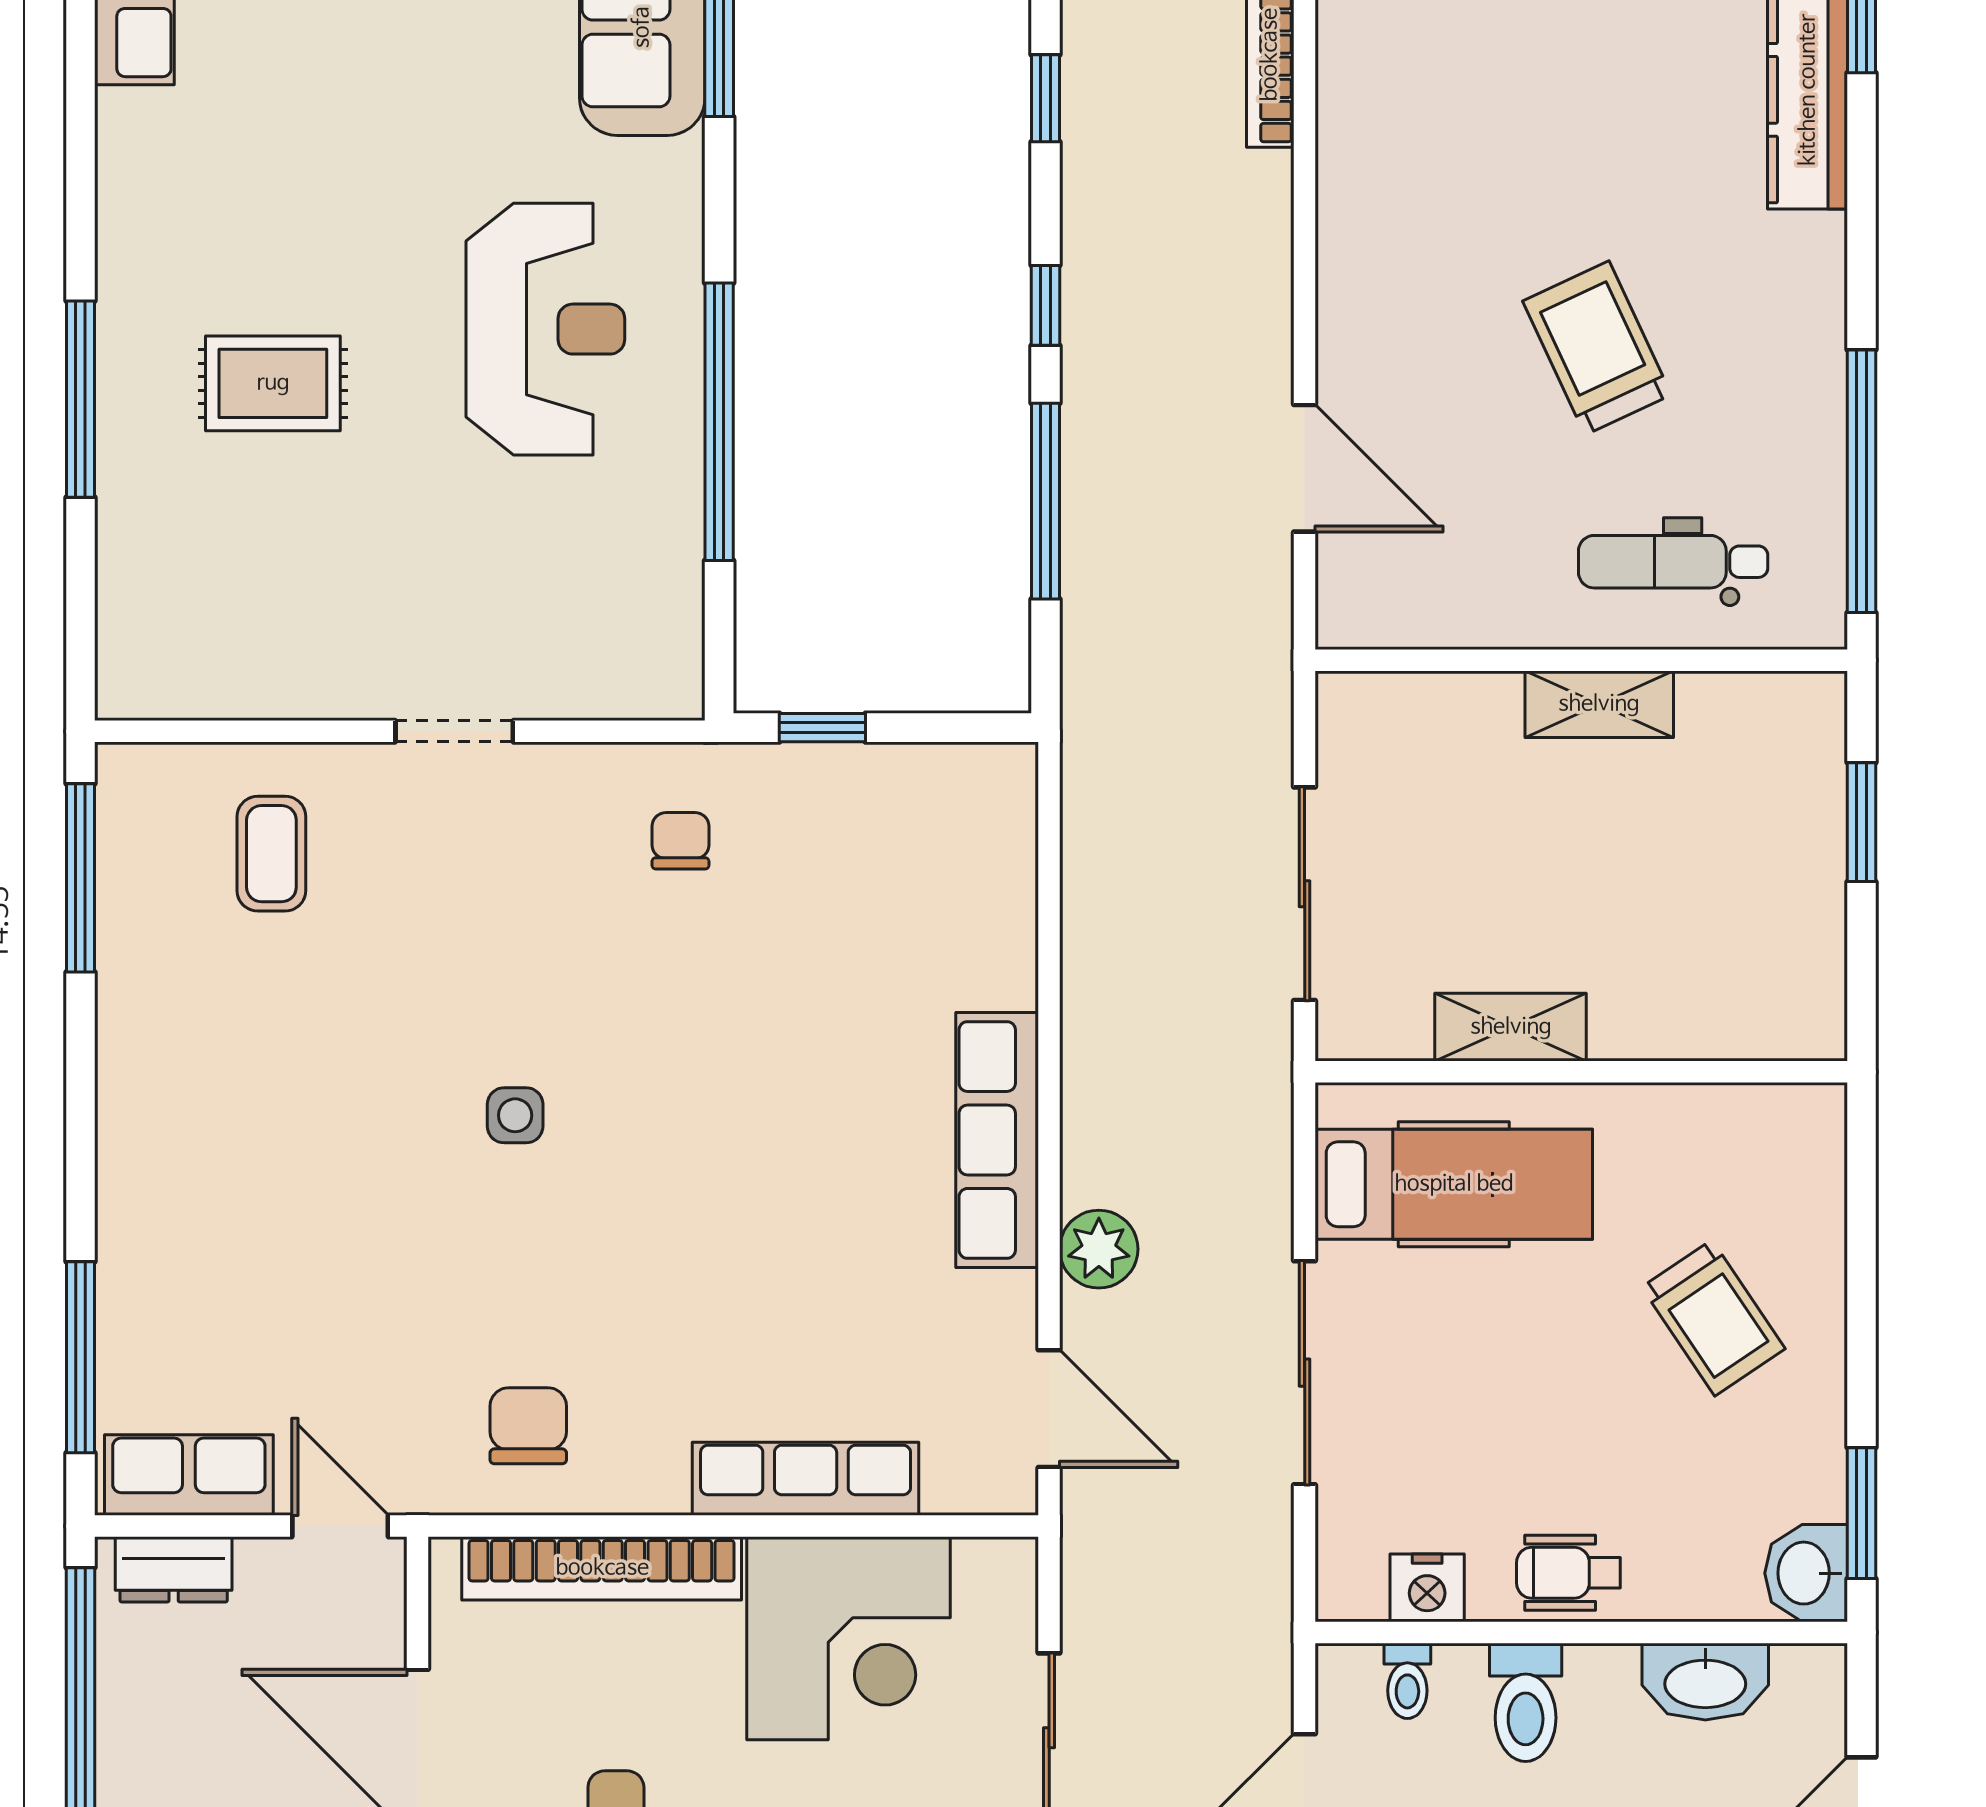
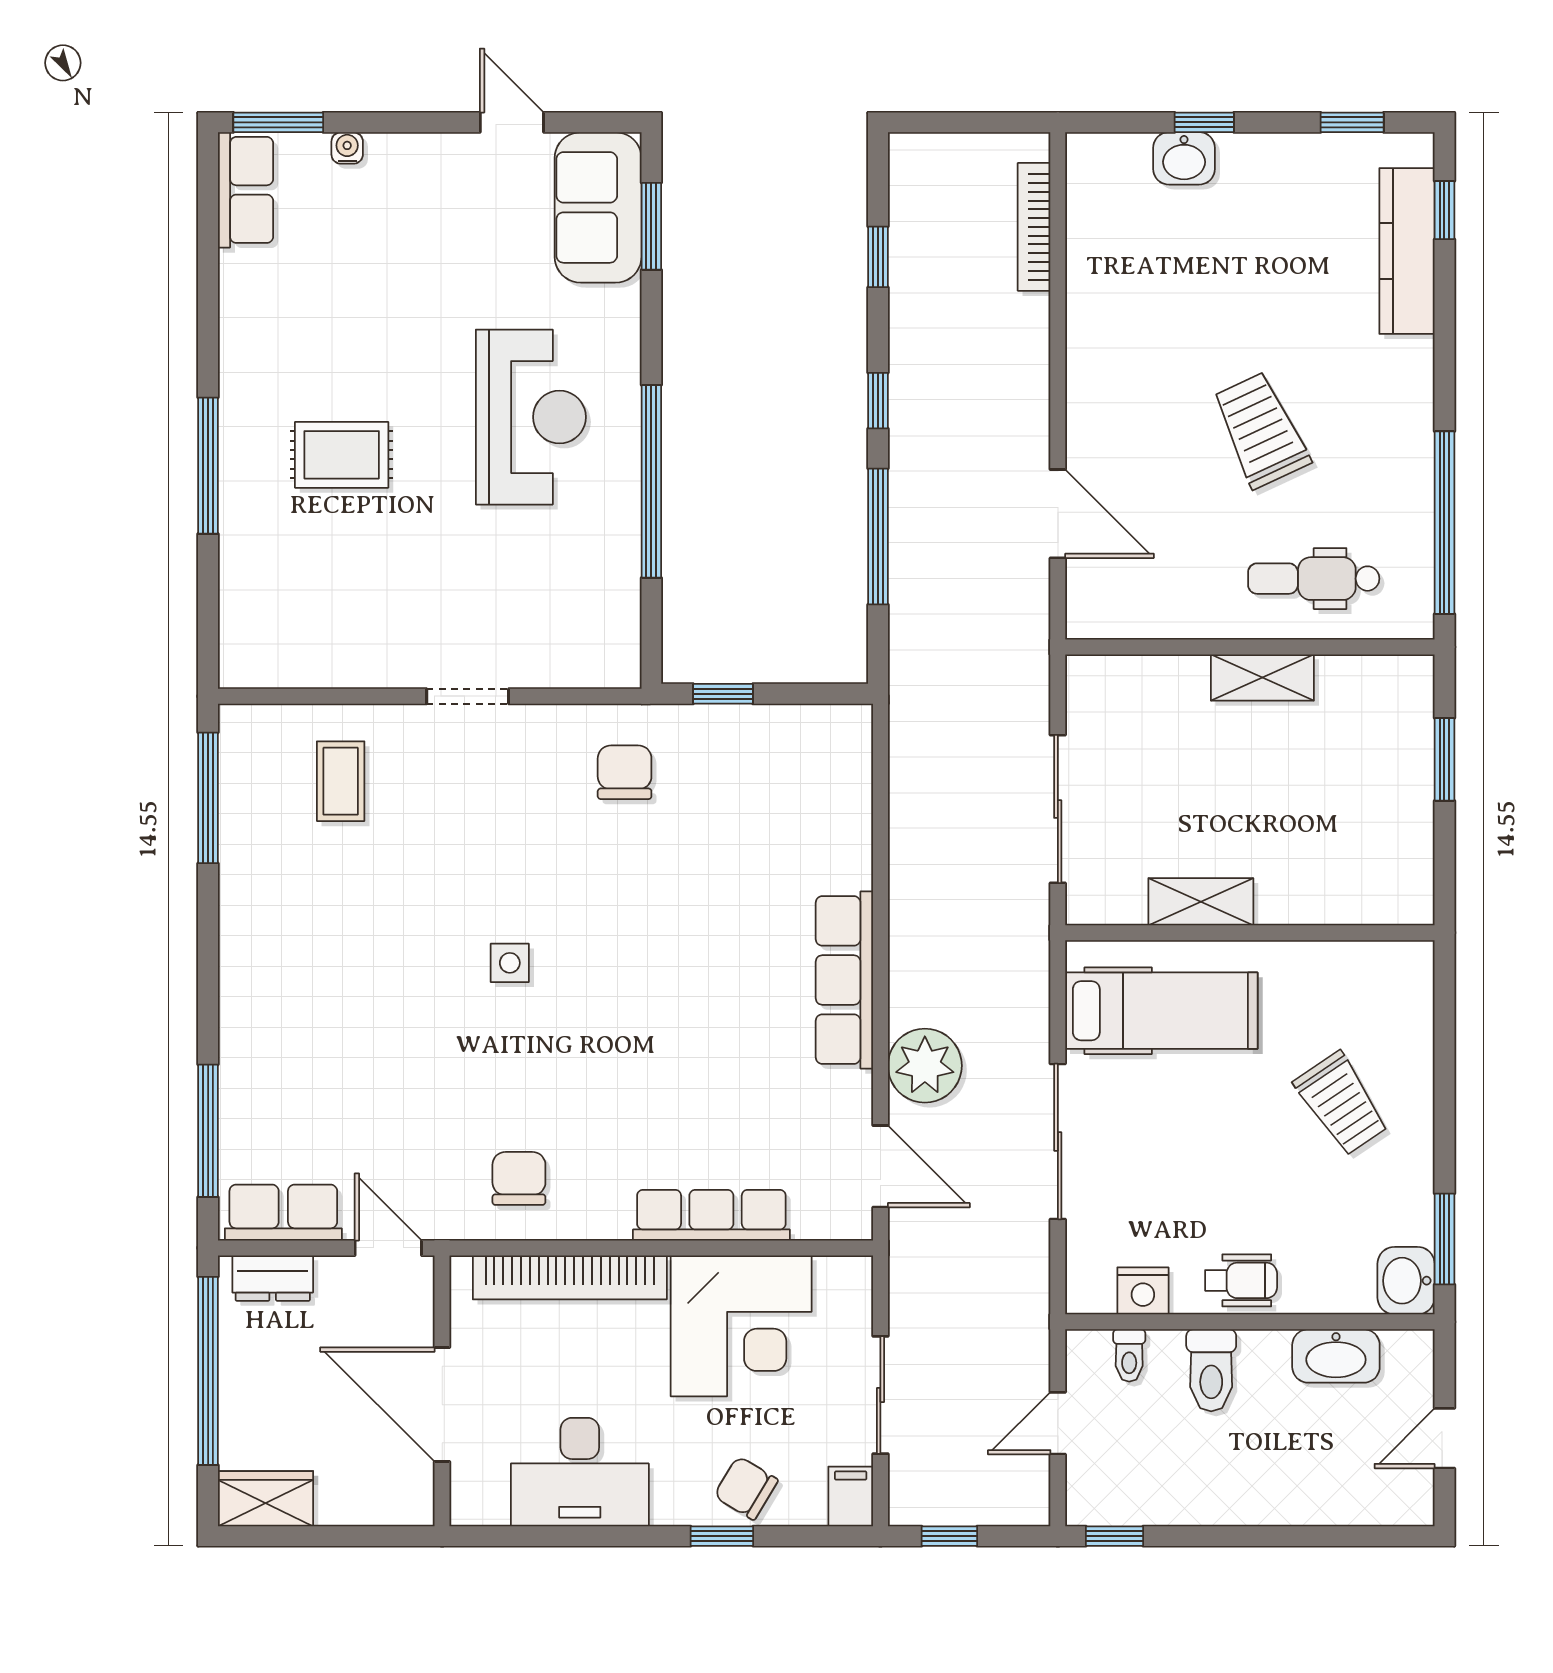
chair: (680, 841) -> (625, 772), width x1.37, depth x1.37
plant: (1099, 1249) -> (925, 1066), width x1.36, depth x1.36
wheelchair: (1568, 1573) -> (1241, 1280), turned 180

